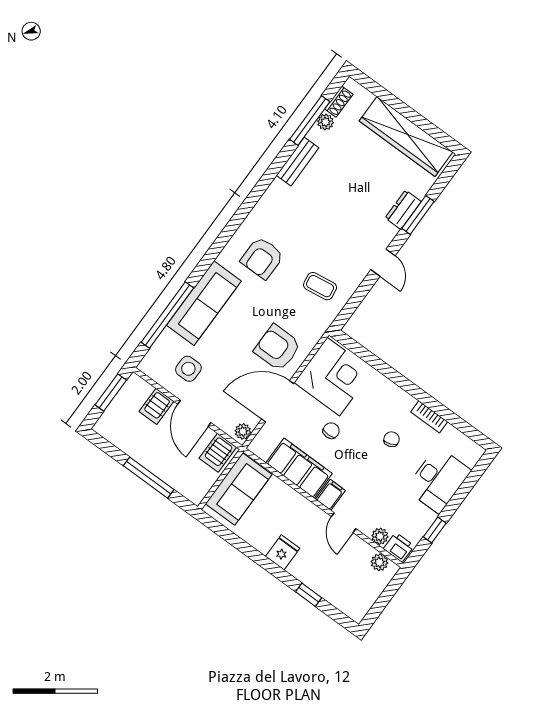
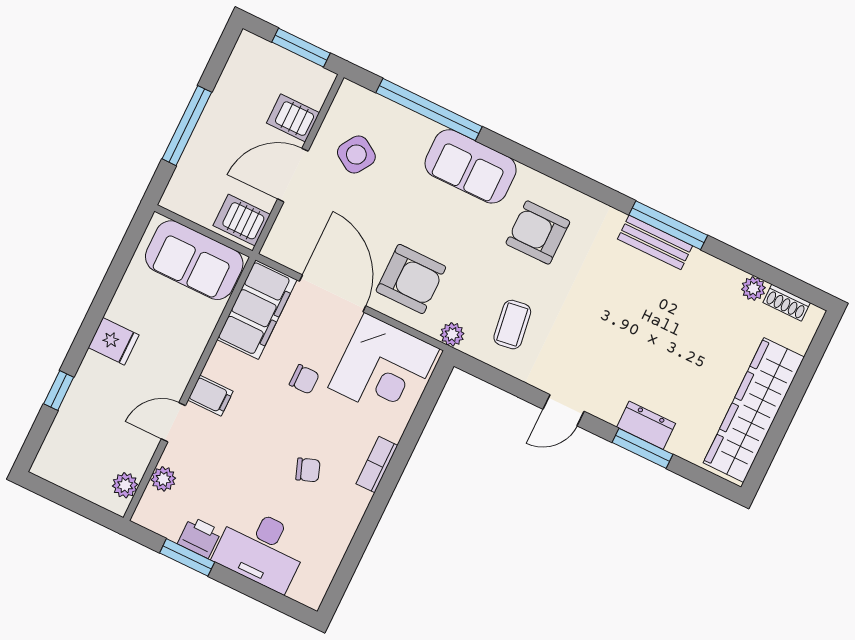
window: (310, 121) -> (668, 225), moved
bench: (298, 162) -> (655, 242), moved
sofa: (204, 303) -> (471, 166), width x0.73
armchair: (277, 348) -> (411, 279), turned 90
side table: (188, 369) -> (356, 155), turned 33
bookcase: (429, 417) -> (377, 465), moved
plant: (243, 431) -> (452, 334), moved
filing cabinet: (299, 468) -> (257, 310), moved
window: (435, 530) -> (187, 557), width x1.50
printer: (399, 547) -> (199, 537), moved, turned -90

